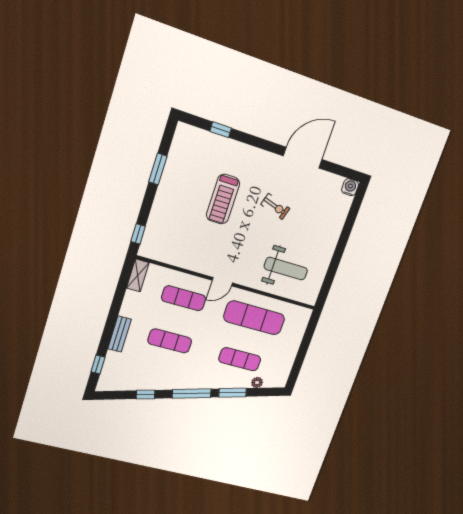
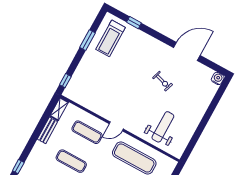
treadmill: (223, 199) -> (111, 38), moved
weight bench: (286, 269) -> (163, 127), turned -90
bench: (120, 334) -> (47, 130), moved

